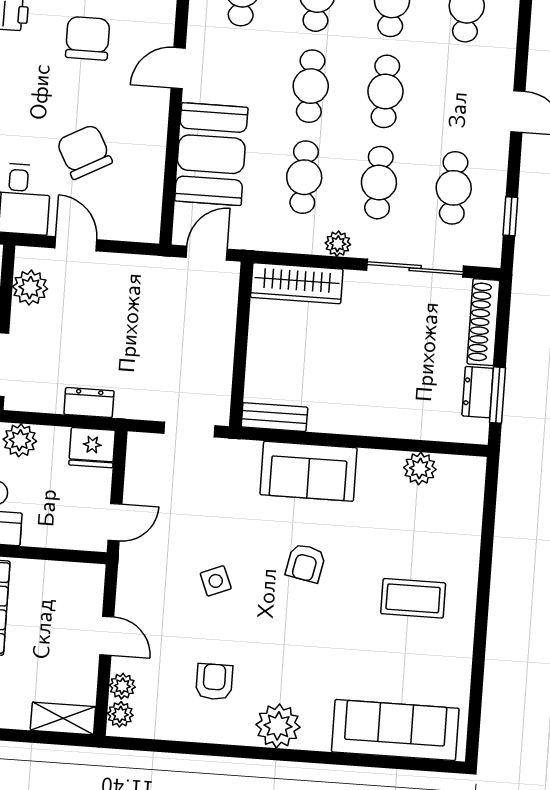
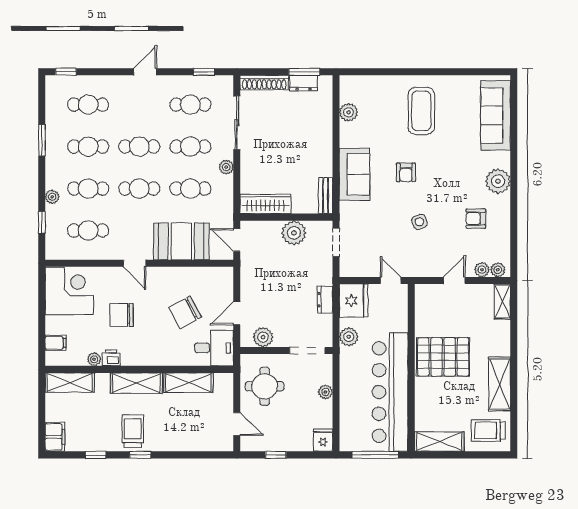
wardrobe: (297, 283) -> (265, 204), moved, turned -90
plant: (212, 356) -> (294, 233), added
fridge: (92, 448) -> (354, 301), width x1.36, depth x1.34
armchair: (306, 563) -> (406, 172), turned 79
coffee table: (413, 598) -> (421, 111), width x1.36, depth x1.32

